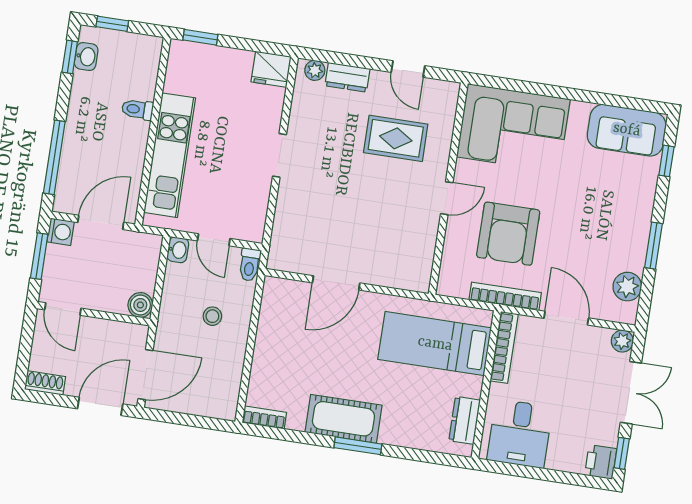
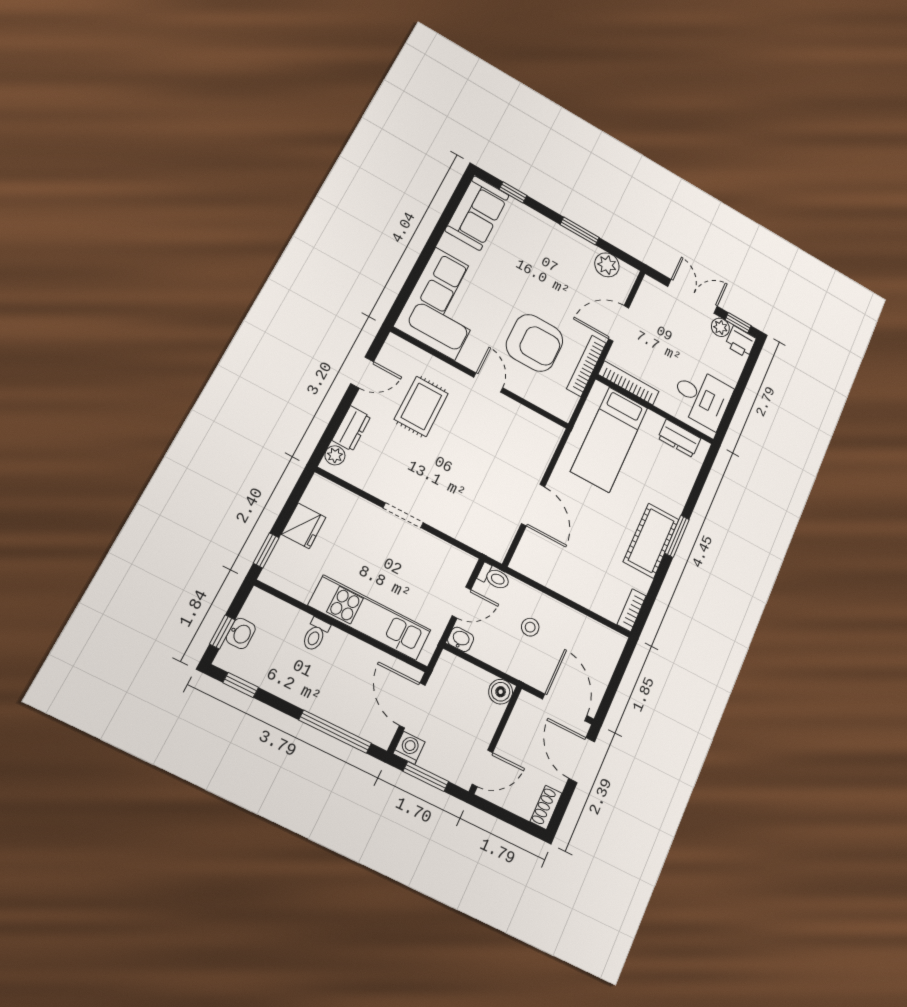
washbasin: (86, 57) -> (241, 633), moved, turned 90
fridge: (271, 69) -> (304, 526), moved
plant: (622, 341) -> (720, 327), moved

